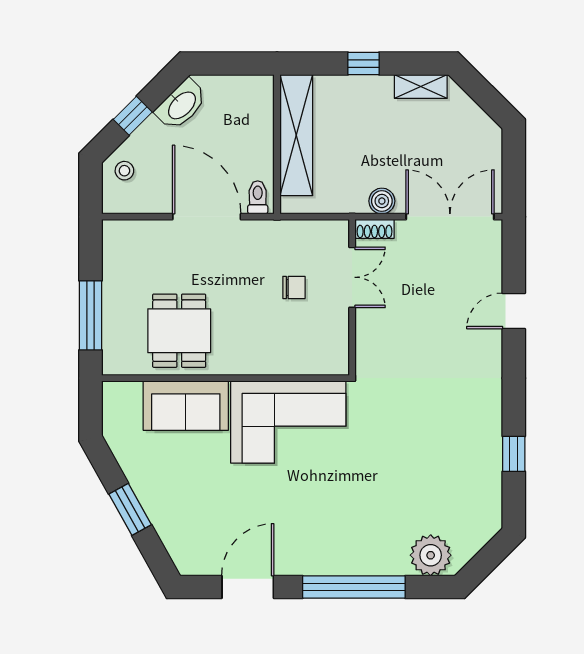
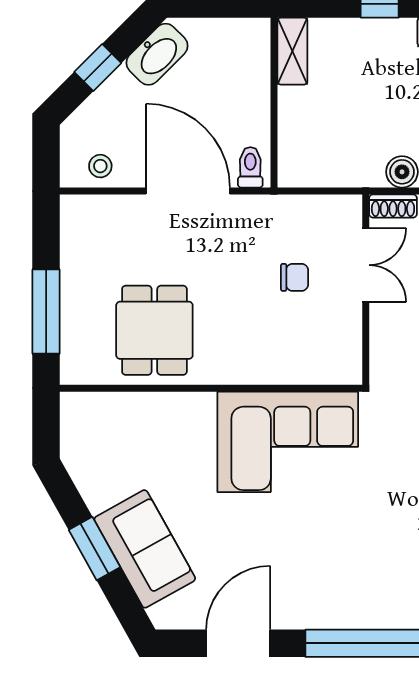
shelving: (296, 135) -> (292, 51), width x0.45, depth x0.75
stool: (124, 171) -> (100, 166), moved
sofa: (186, 406) -> (145, 549), moved, turned -119

